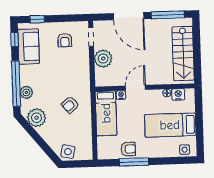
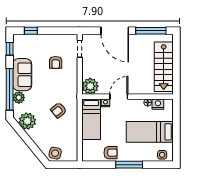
armchair: (65, 40) -> (56, 62), moved
sofa: (29, 47) -> (22, 75), moved
plant: (103, 59) -> (90, 86), moved
window: (134, 162) -> (129, 165), moved

